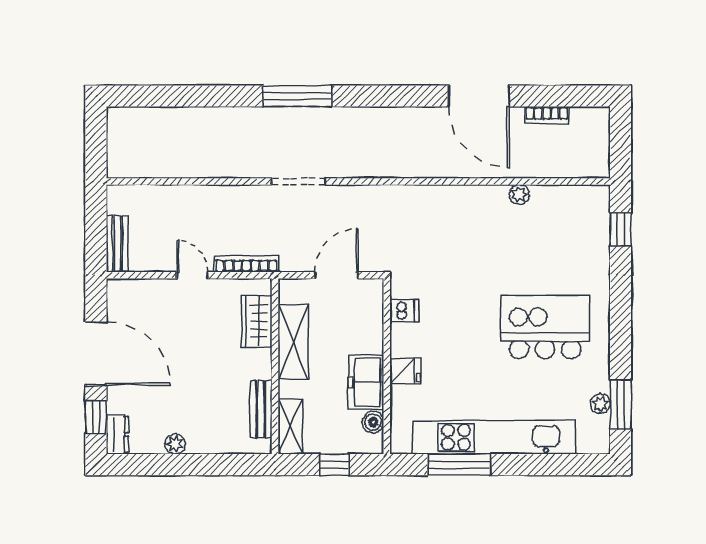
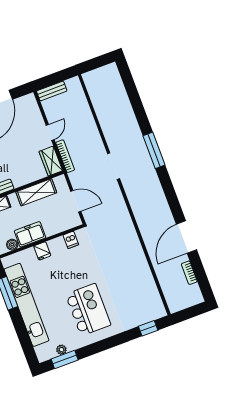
plant: (519, 195) -> (147, 274), removed
wardrobe: (257, 321) -> (51, 161), moved, turned -90

